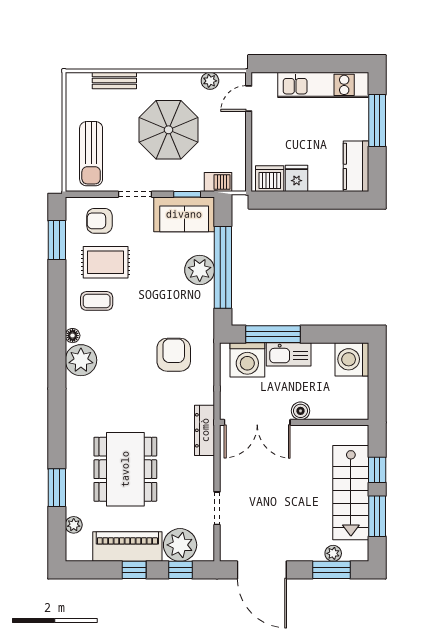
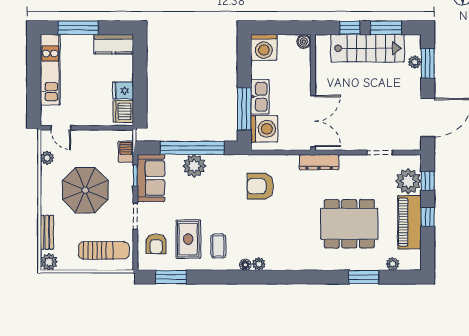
plant: (76, 83) -> (49, 262), added
plant: (81, 360) -> (259, 264), width x0.53, depth x0.53
boiler: (300, 411) -> (304, 41), moved

